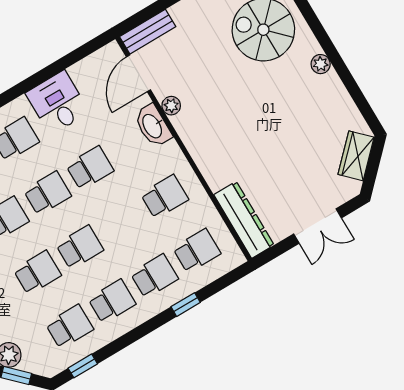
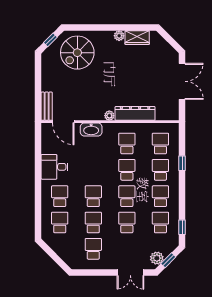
plant: (321, 64) -> (119, 36), moved
plant: (171, 106) -> (109, 116), moved
wardrobe: (356, 156) -> (137, 38), moved, turned -45
school desk: (90, 168) -> (127, 170), moved
dresser: (244, 220) -> (135, 113), moved
double door: (318, 226) -> (182, 81), width x1.37

